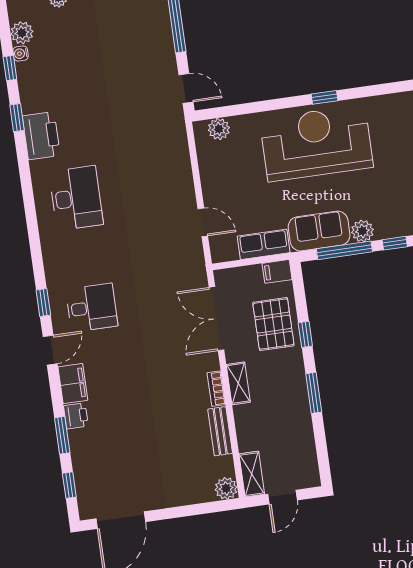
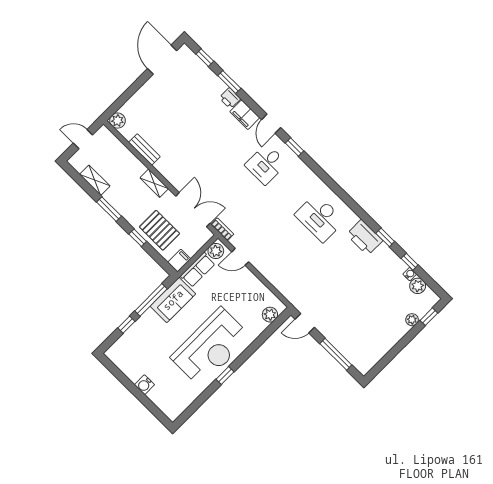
plant: (362, 231) -> (216, 251), moved
bookcase: (216, 389) -> (222, 229), moved
shelving: (252, 474) -> (95, 180), moved
door: (283, 497) -> (83, 139), hinge flipped

